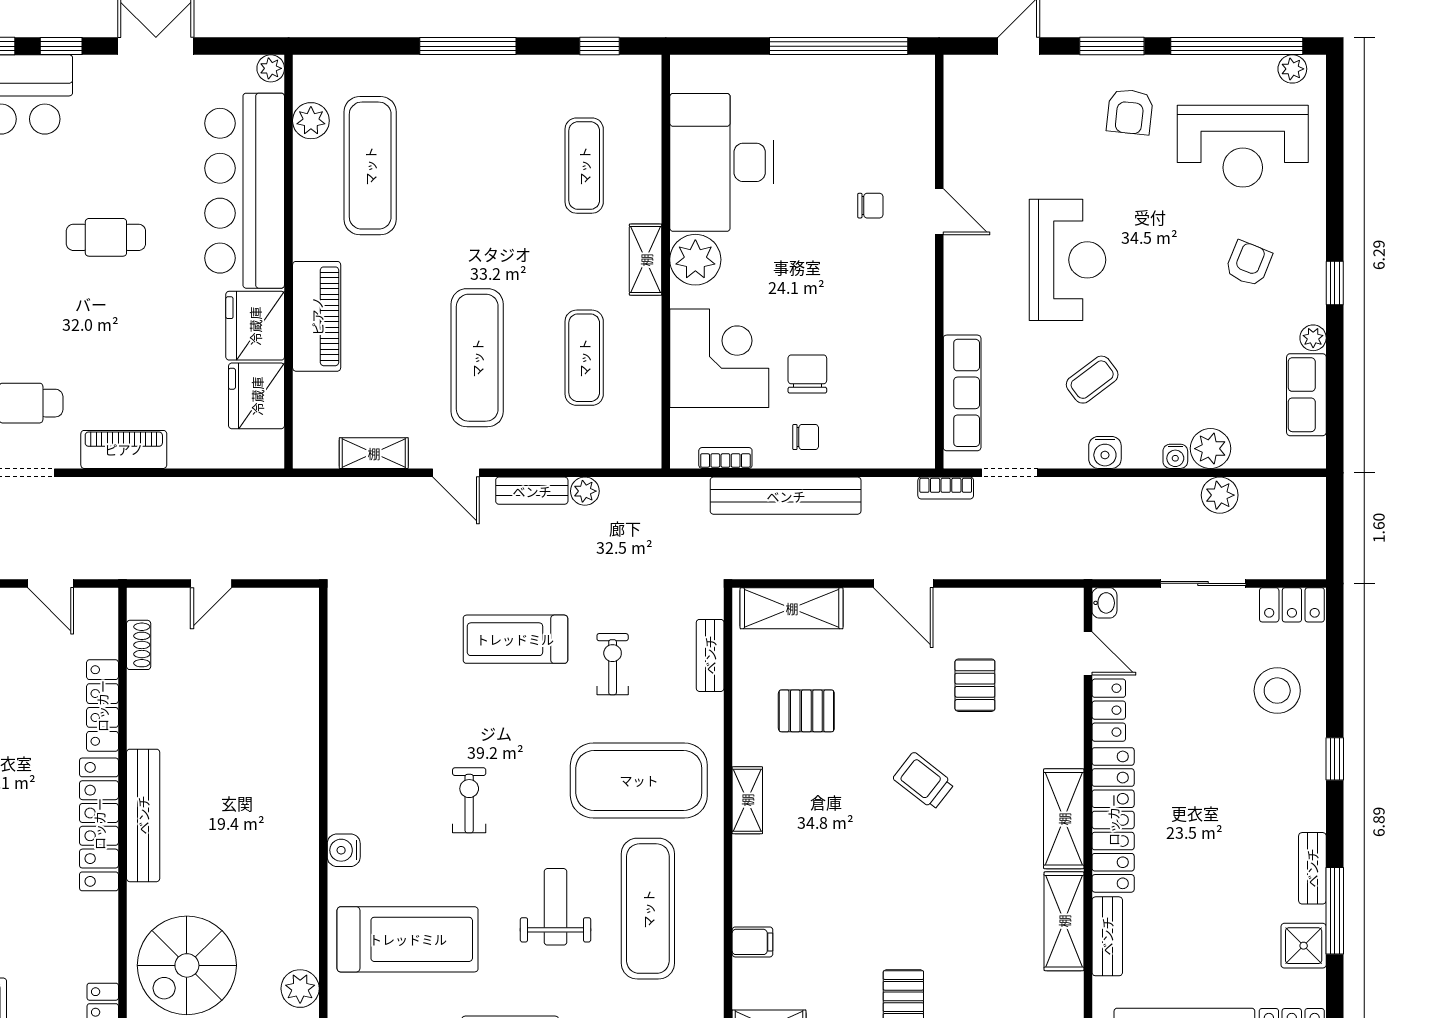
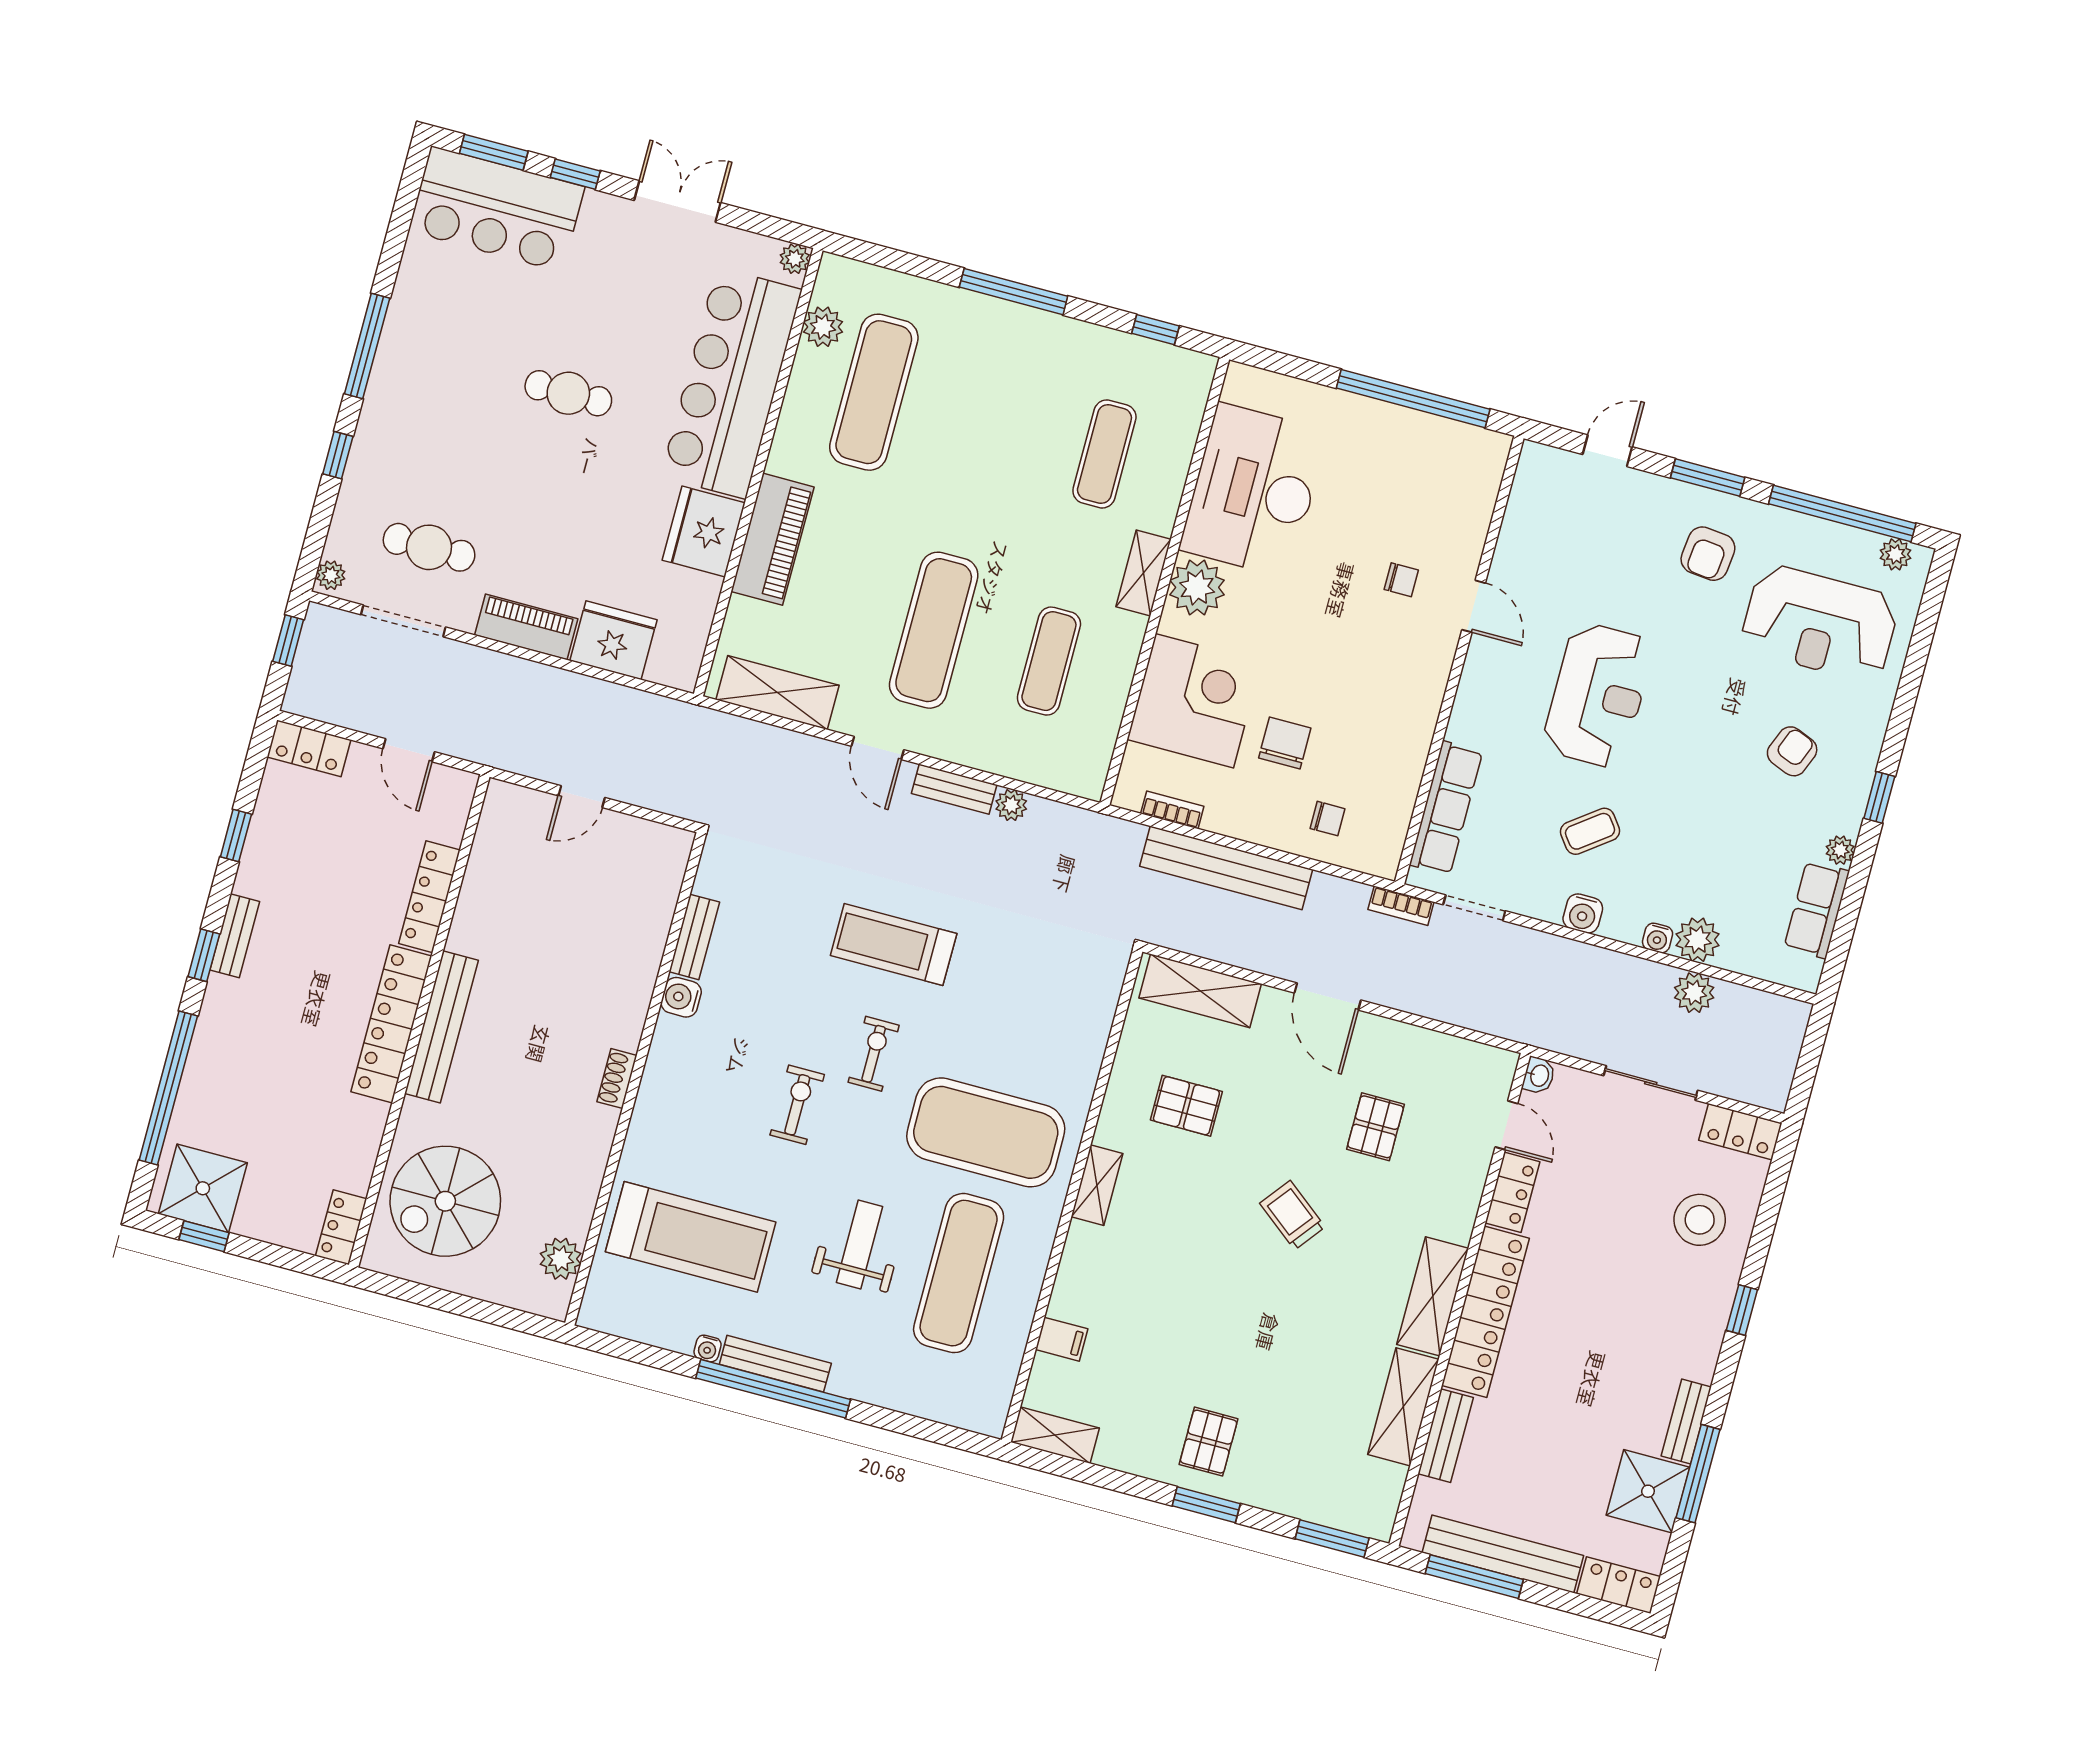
fridge: (257, 396) -> (613, 640), moved, turned 90
chair: (806, 437) -> (1327, 819), moved
shelving: (374, 453) -> (778, 693), width x1.50, depth x1.33
shoe rack: (139, 645) -> (617, 1079), moved, turned 180
bench: (710, 655) -> (694, 937), moved
exercise bike: (613, 664) -> (874, 1054), moved
water cooler: (344, 850) -> (681, 997), moved
shower: (1304, 946) -> (1648, 1491), width x1.36, depth x1.36

